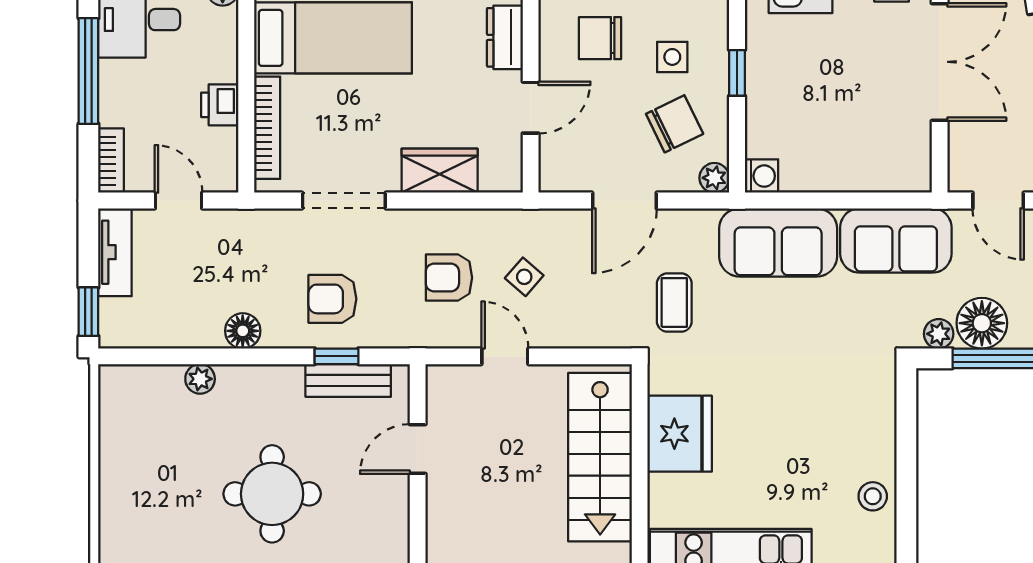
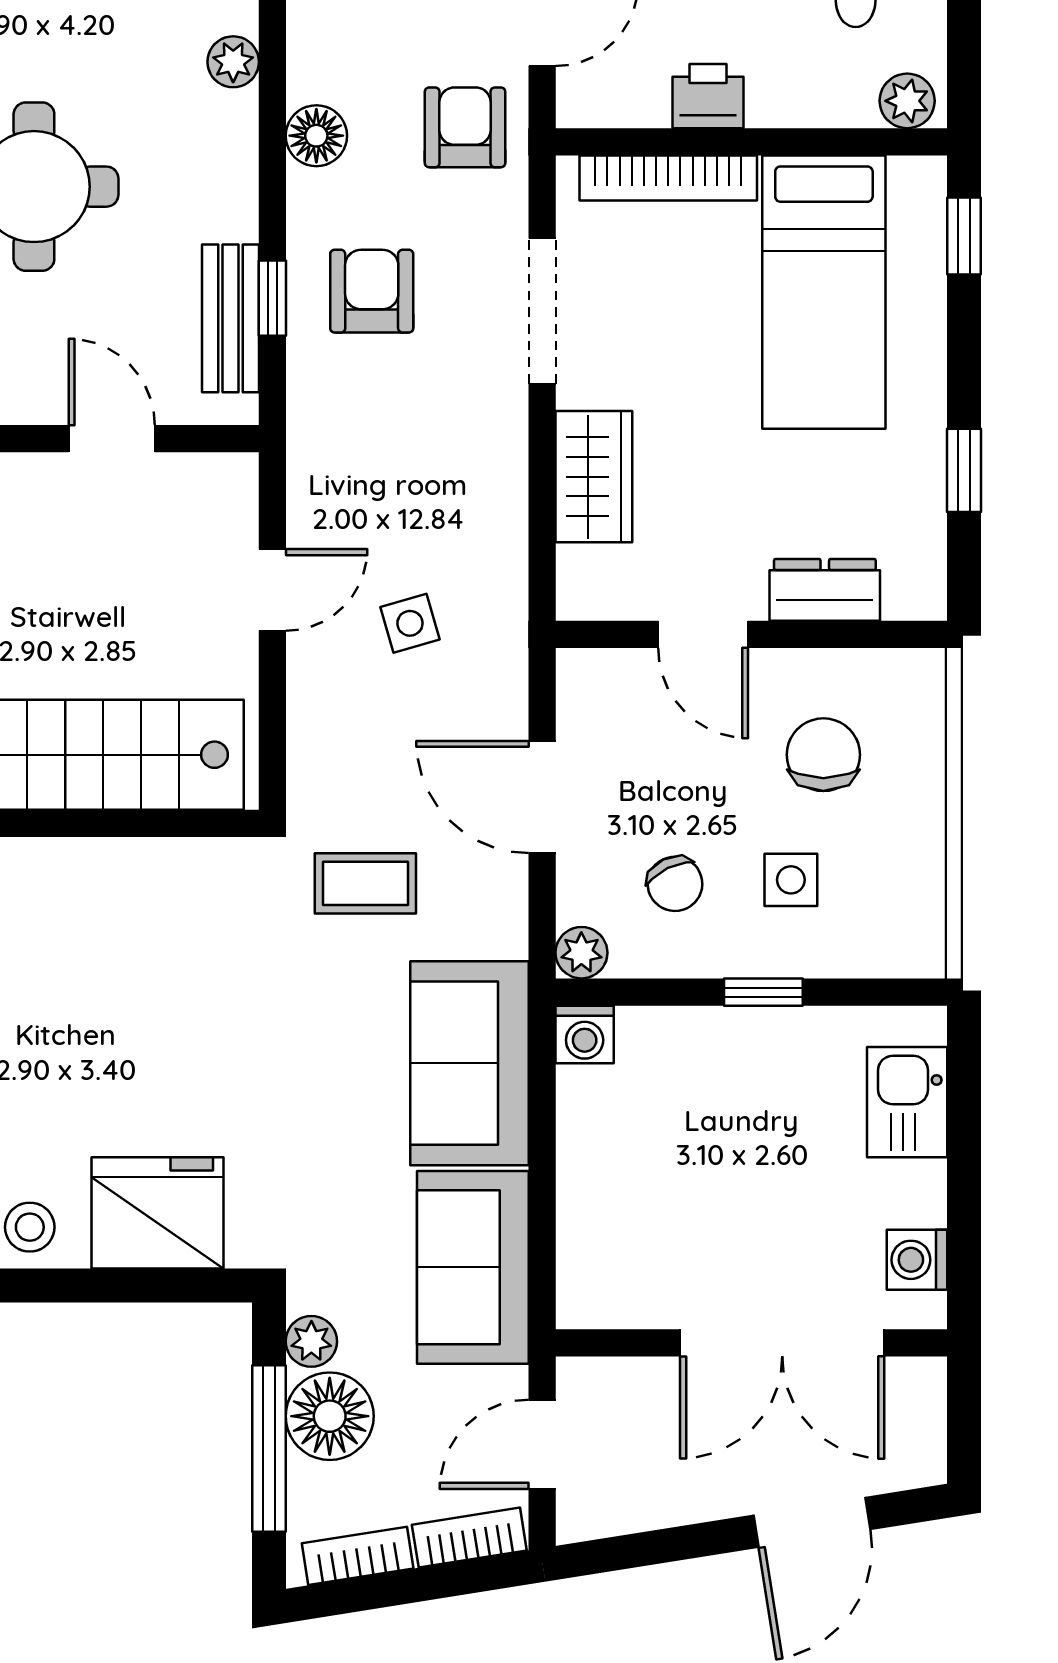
chair: (675, 124) -> (675, 884), width x0.73, depth x0.73
side table: (524, 277) -> (410, 623), turned 33
armchair: (449, 278) -> (465, 127), moved
fridge: (680, 434) -> (158, 1213), moved, turned 180

